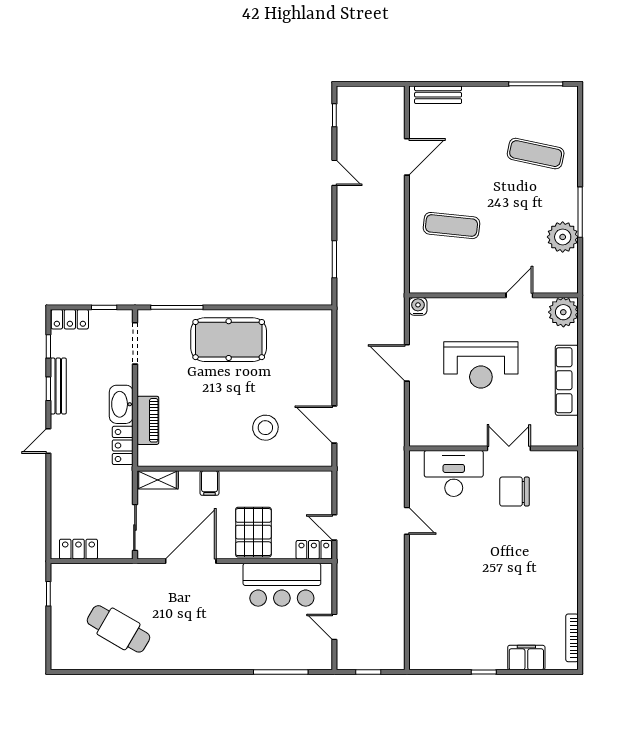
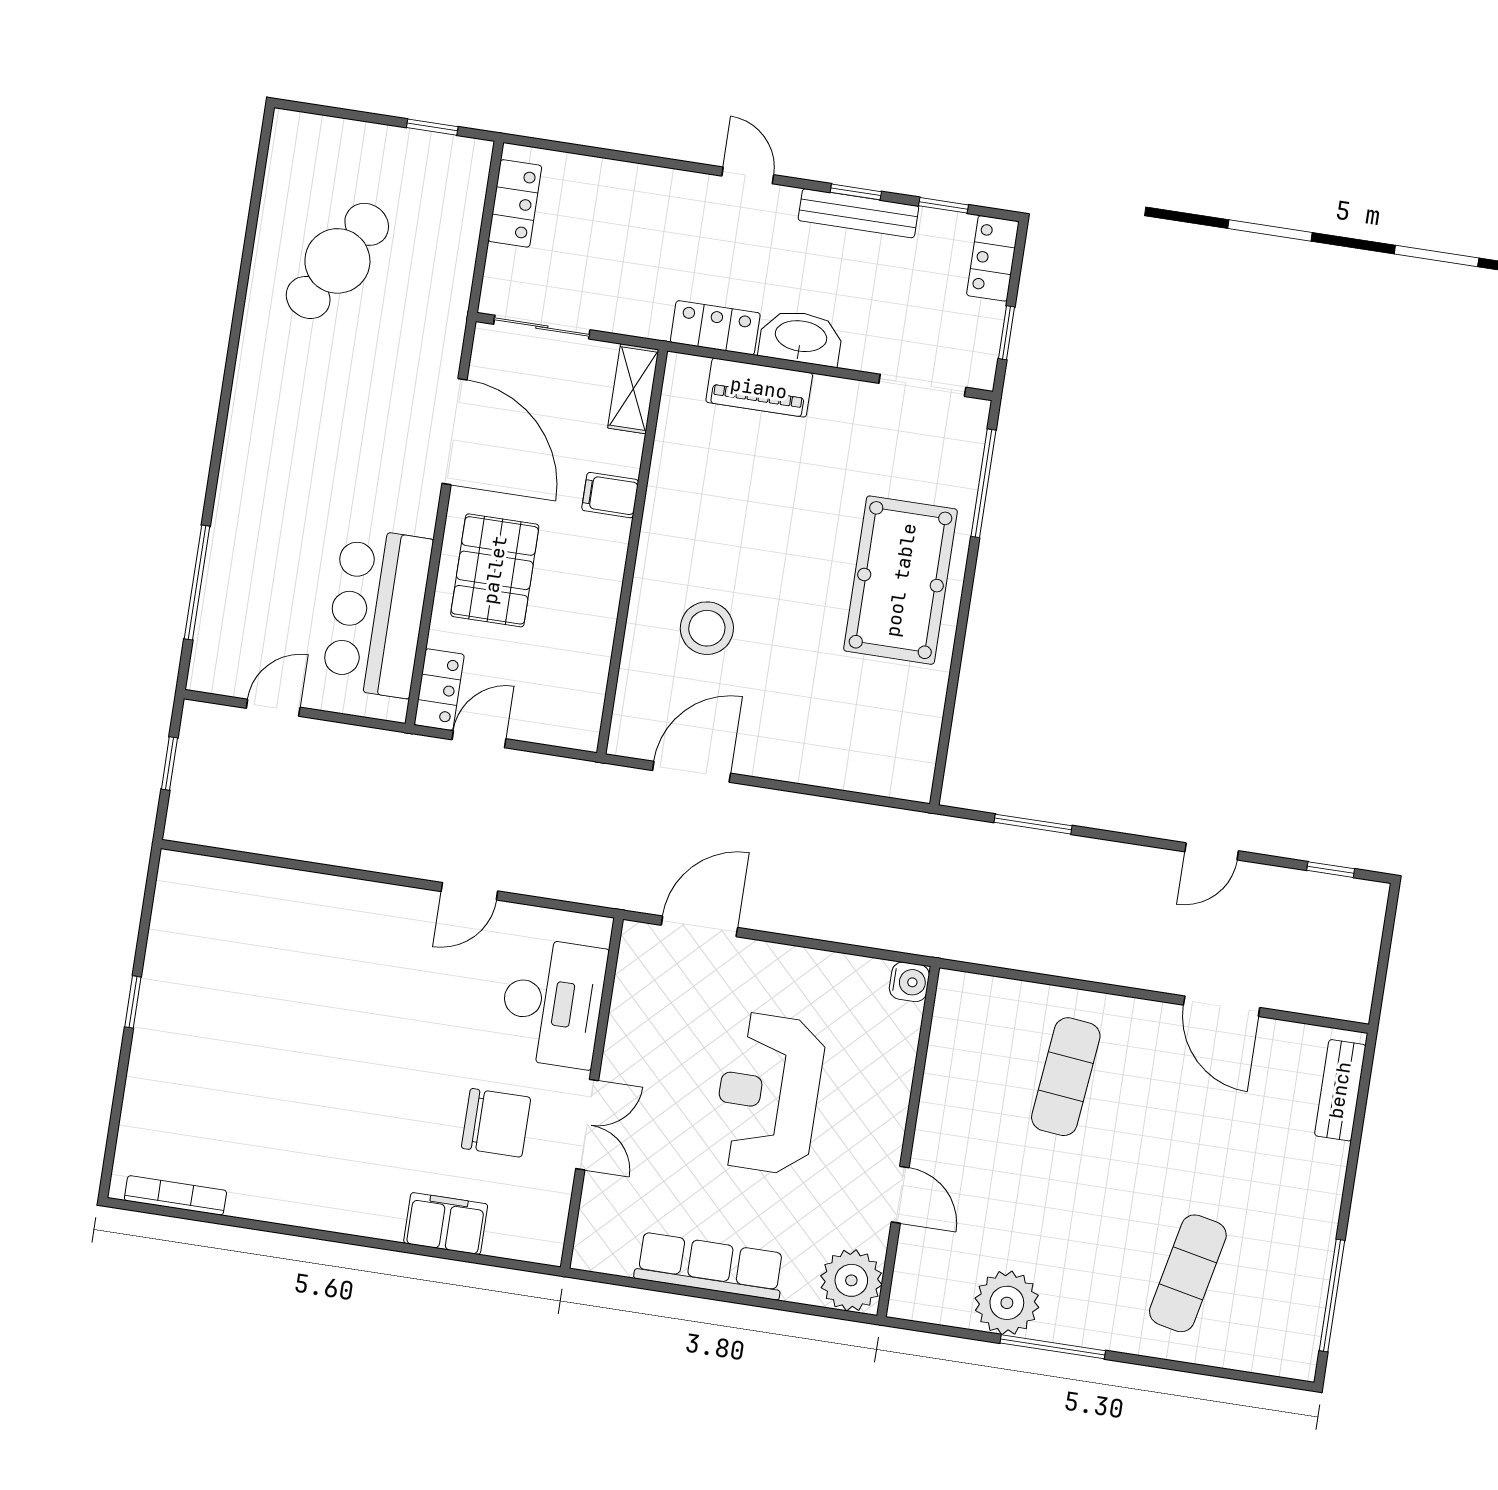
door: (407, 363) -> (699, 926), moved
chair: (515, 492) -> (496, 1123), turned 90
pallet: (253, 532) -> (495, 570), turned 90
filing cabinet: (526, 658) -> (446, 1224), moved, turned -90

